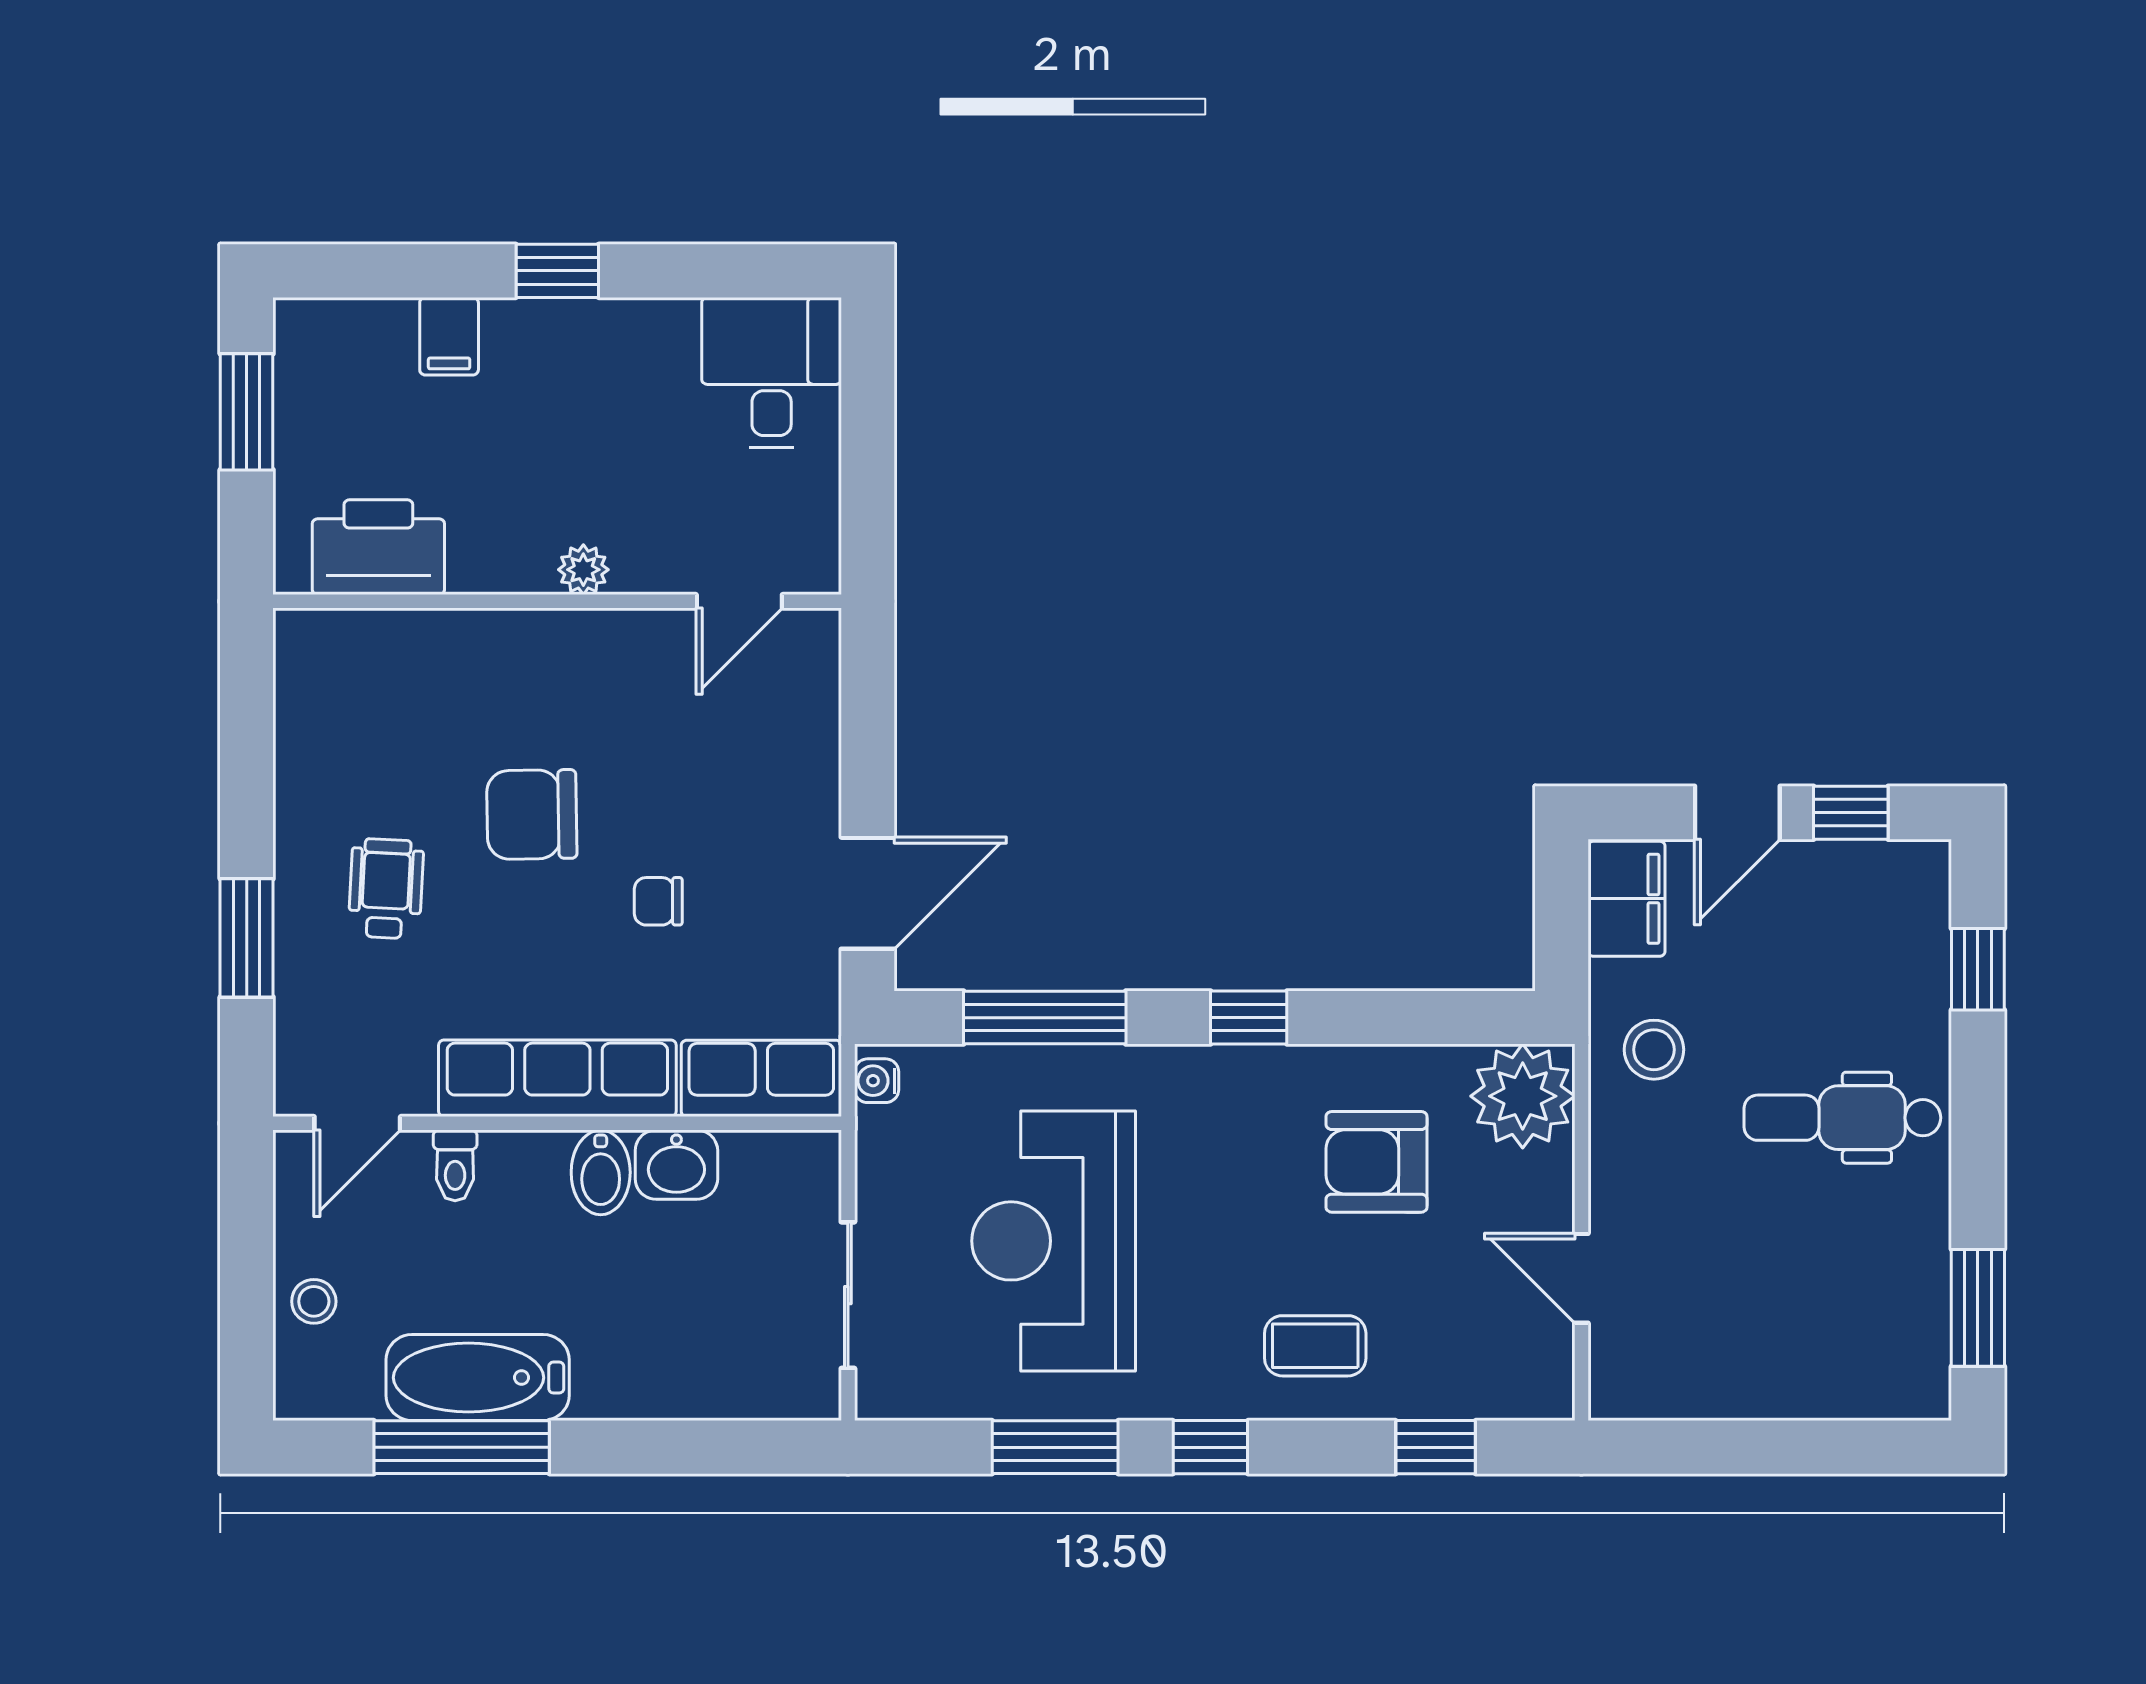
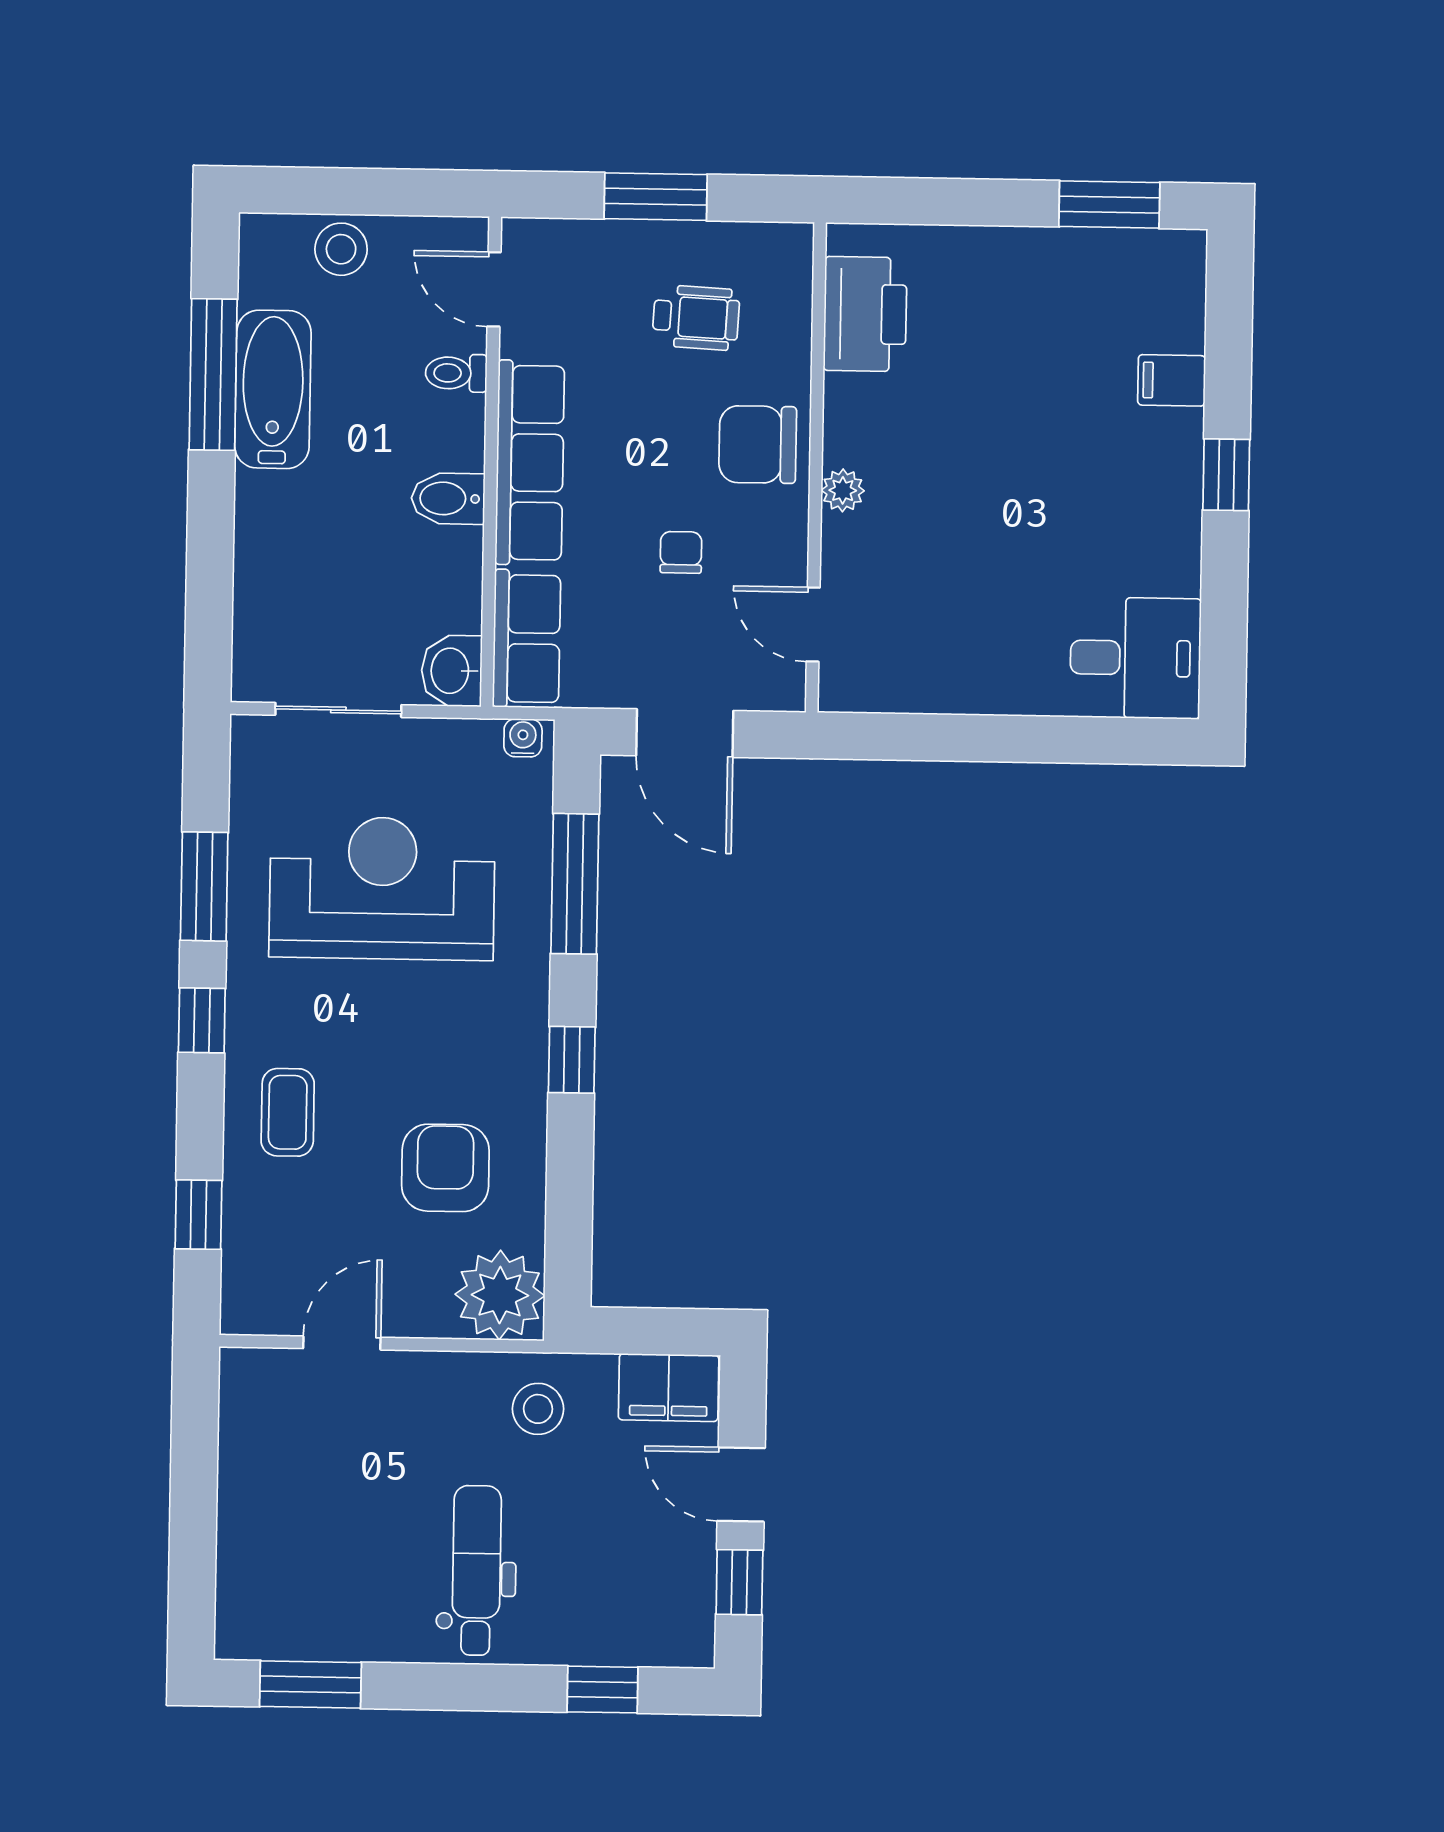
printer: (378, 547) -> (865, 314), moved
plant: (583, 570) -> (843, 490), moved
wall: (557, 601) -> (816, 467), moved
door: (739, 601) -> (813, 625), moved
chair: (532, 815) -> (758, 444), turned -89
washbasin: (676, 1165) -> (452, 671), moved
stool: (314, 1301) -> (341, 249), width x1.37, depth x1.37

